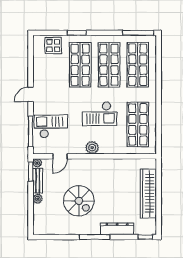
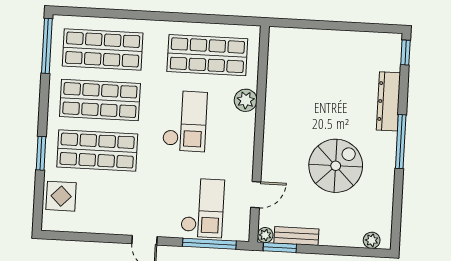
checkout: (51, 126) -> (203, 208), turned 180
plant: (92, 148) -> (246, 100), moved
door: (60, 156) -> (256, 195), hinge flipped
wardrobe: (148, 193) -> (329, 43), removed
plant: (38, 199) -> (372, 240), moved

